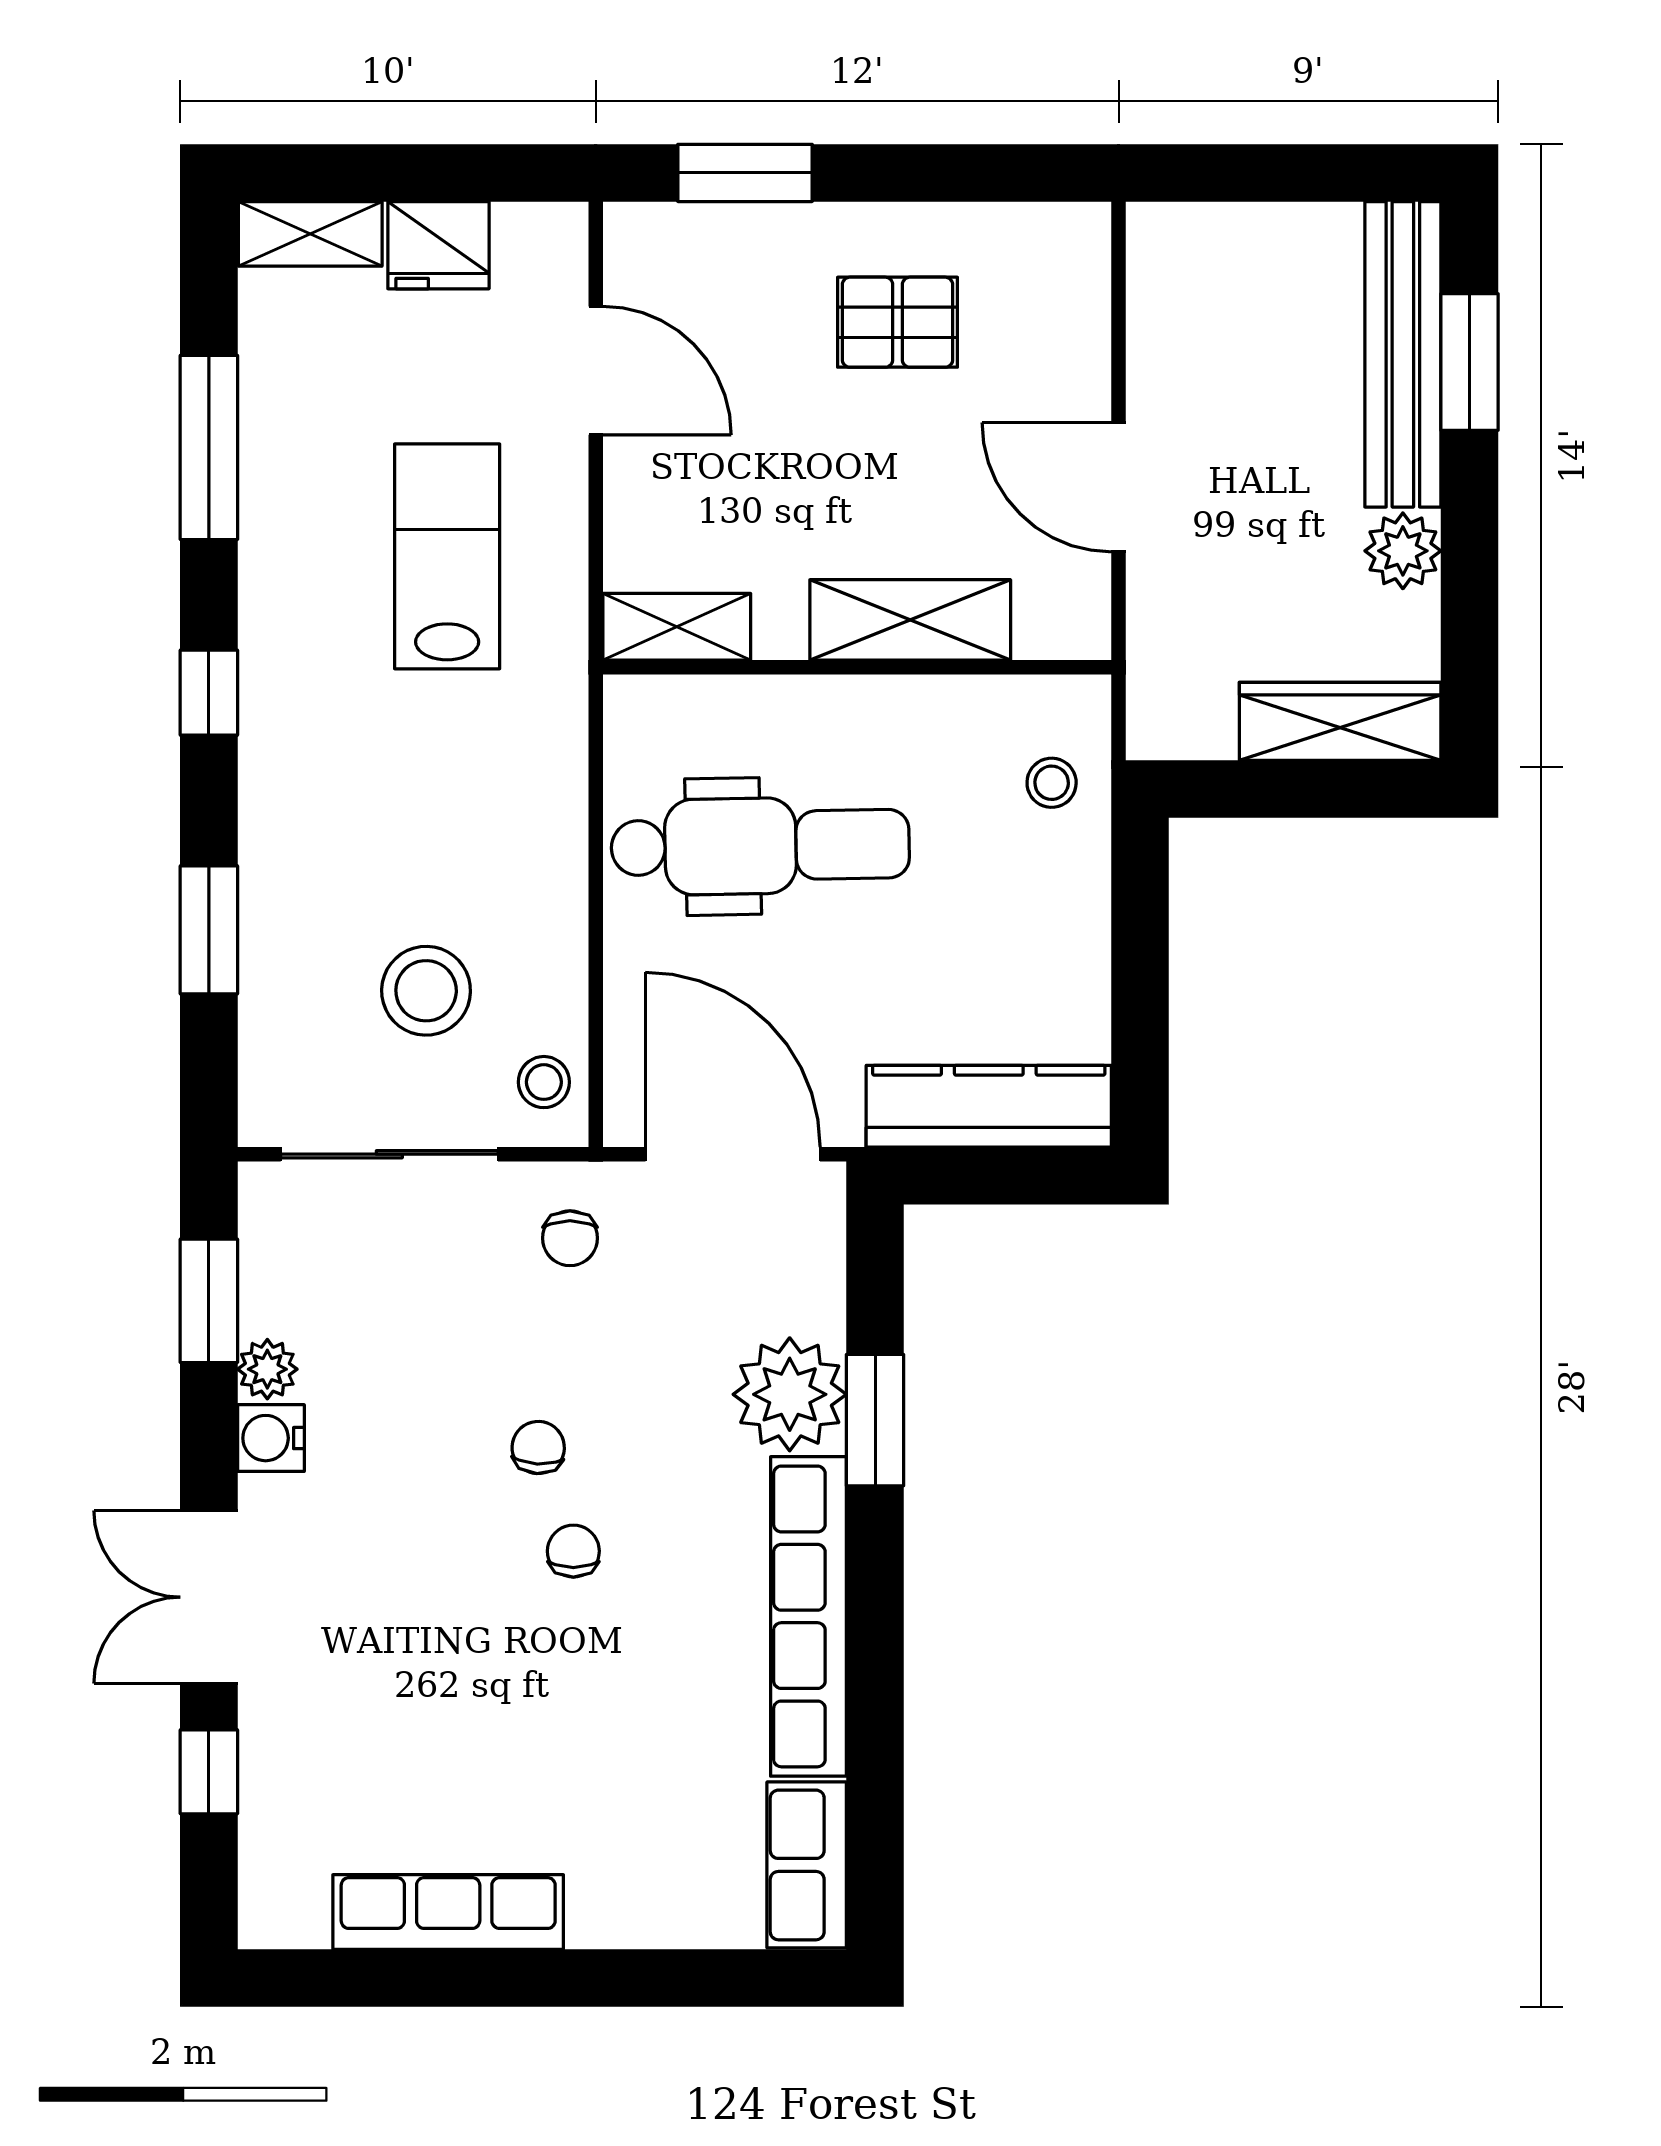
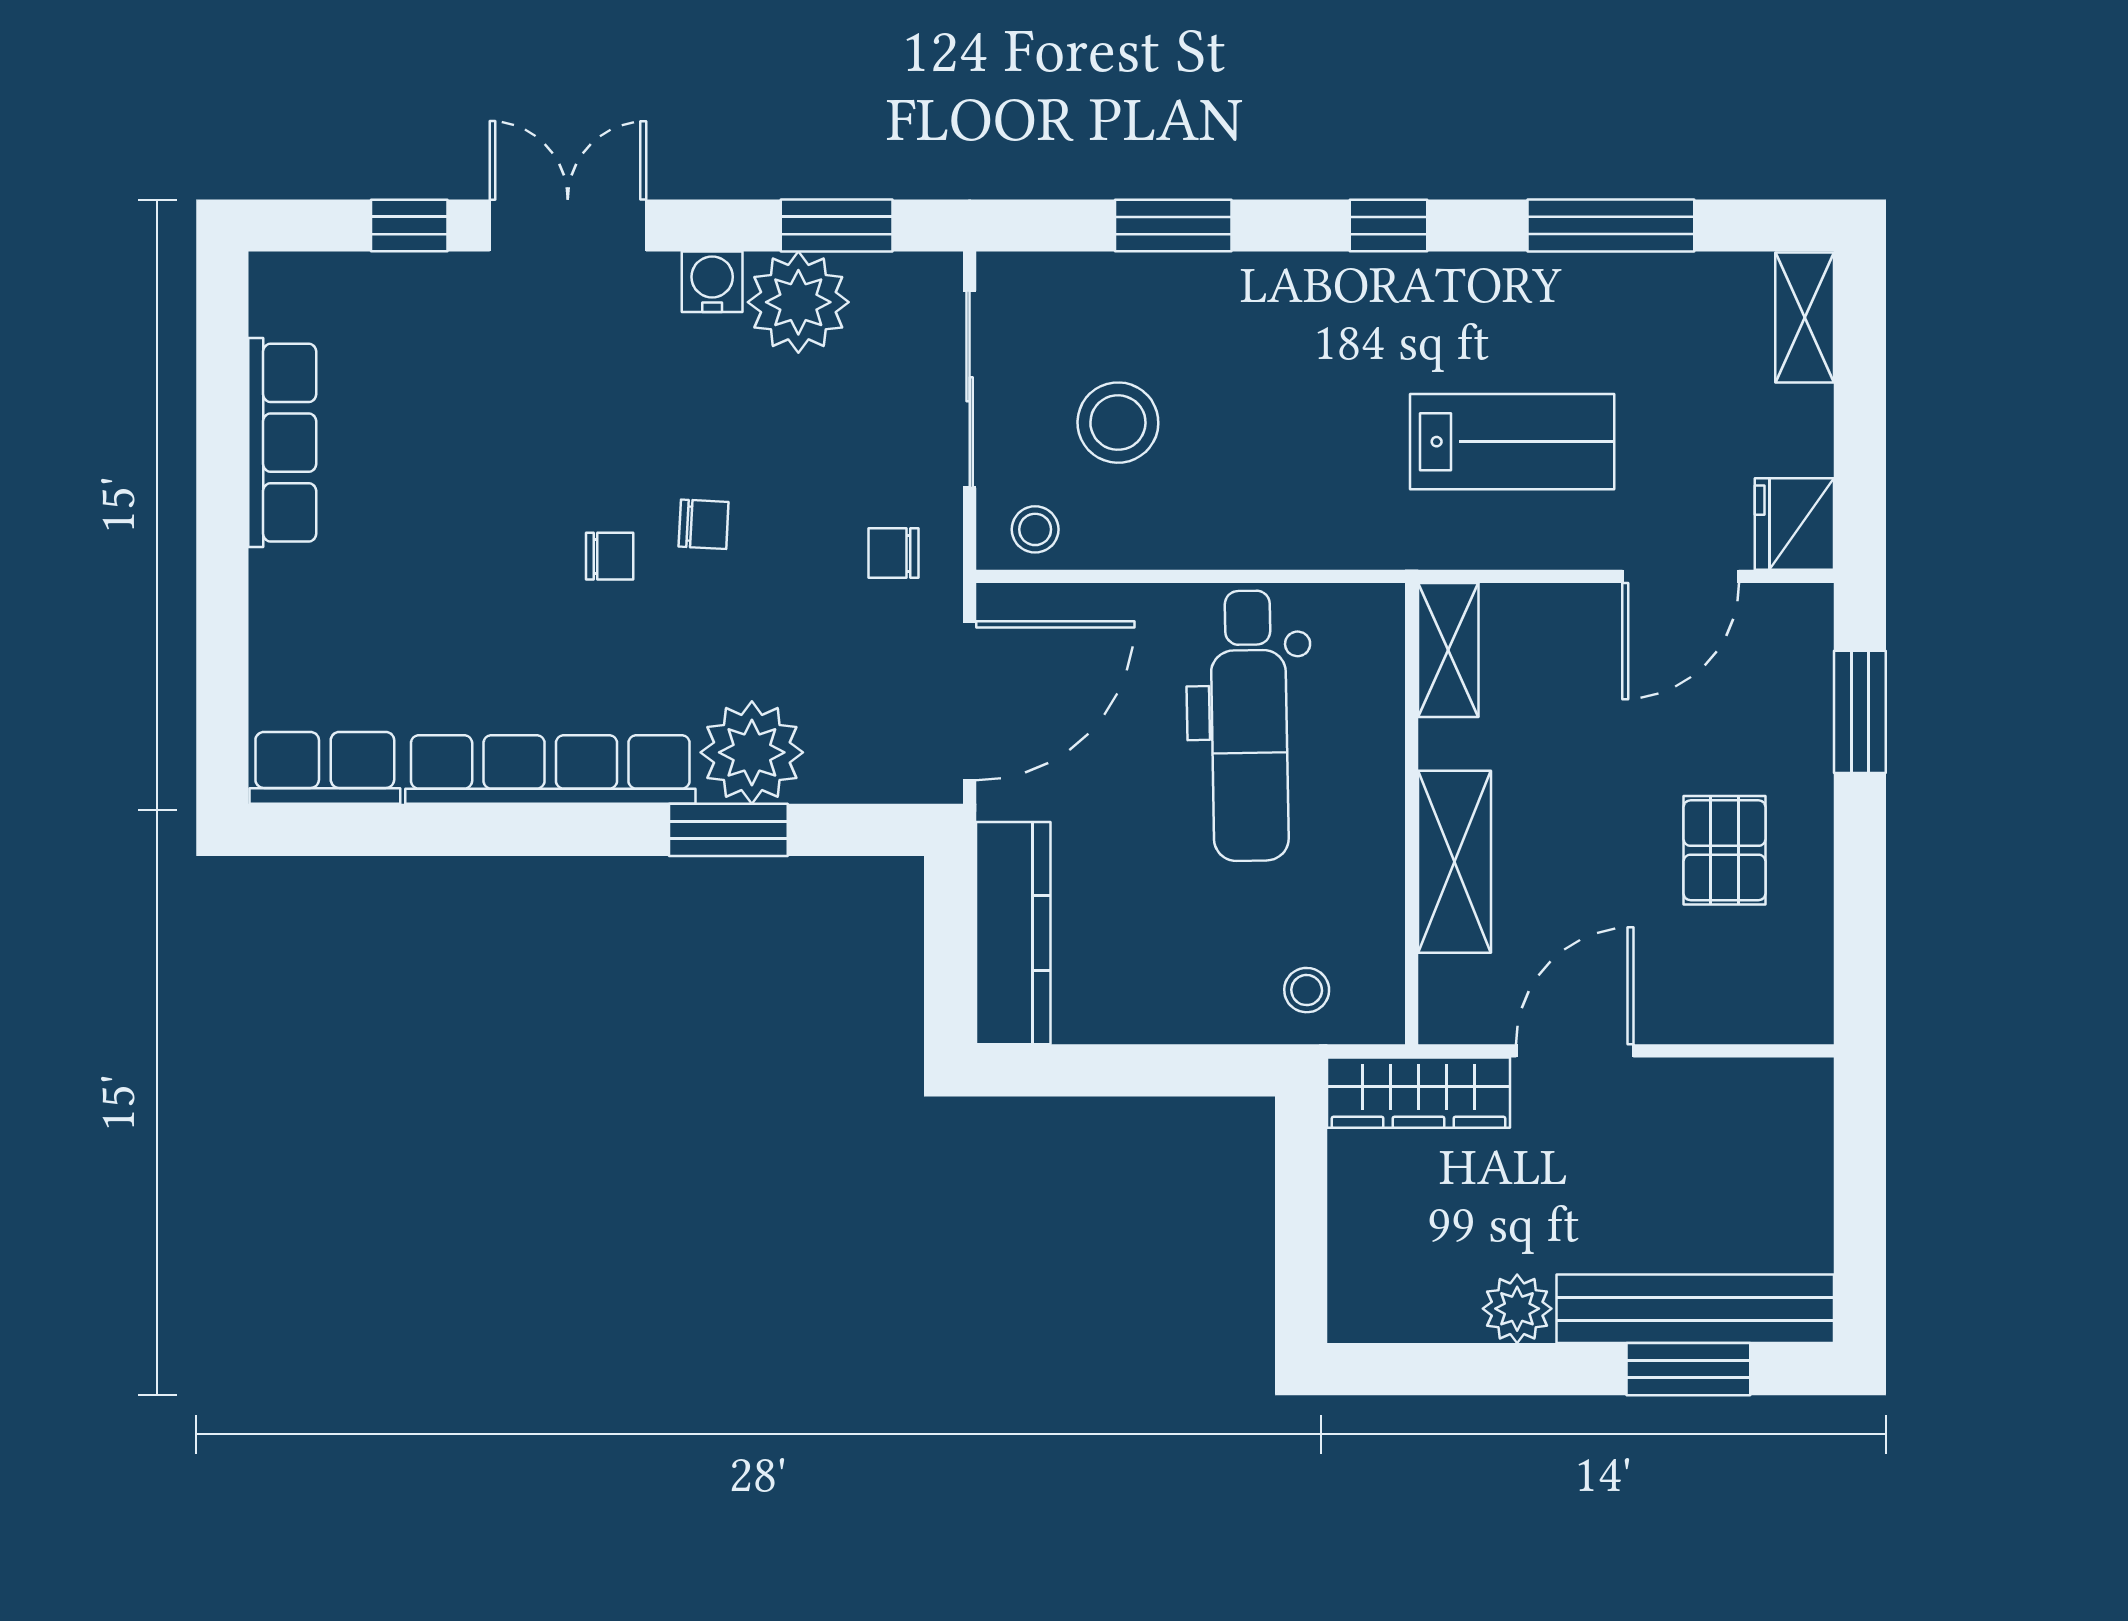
fridge: (438, 245) -> (1794, 524), moved
wardrobe: (1340, 721) -> (1418, 1093), moved, turned 90
plant: (267, 1369) -> (798, 302), width x1.88, depth x1.88

